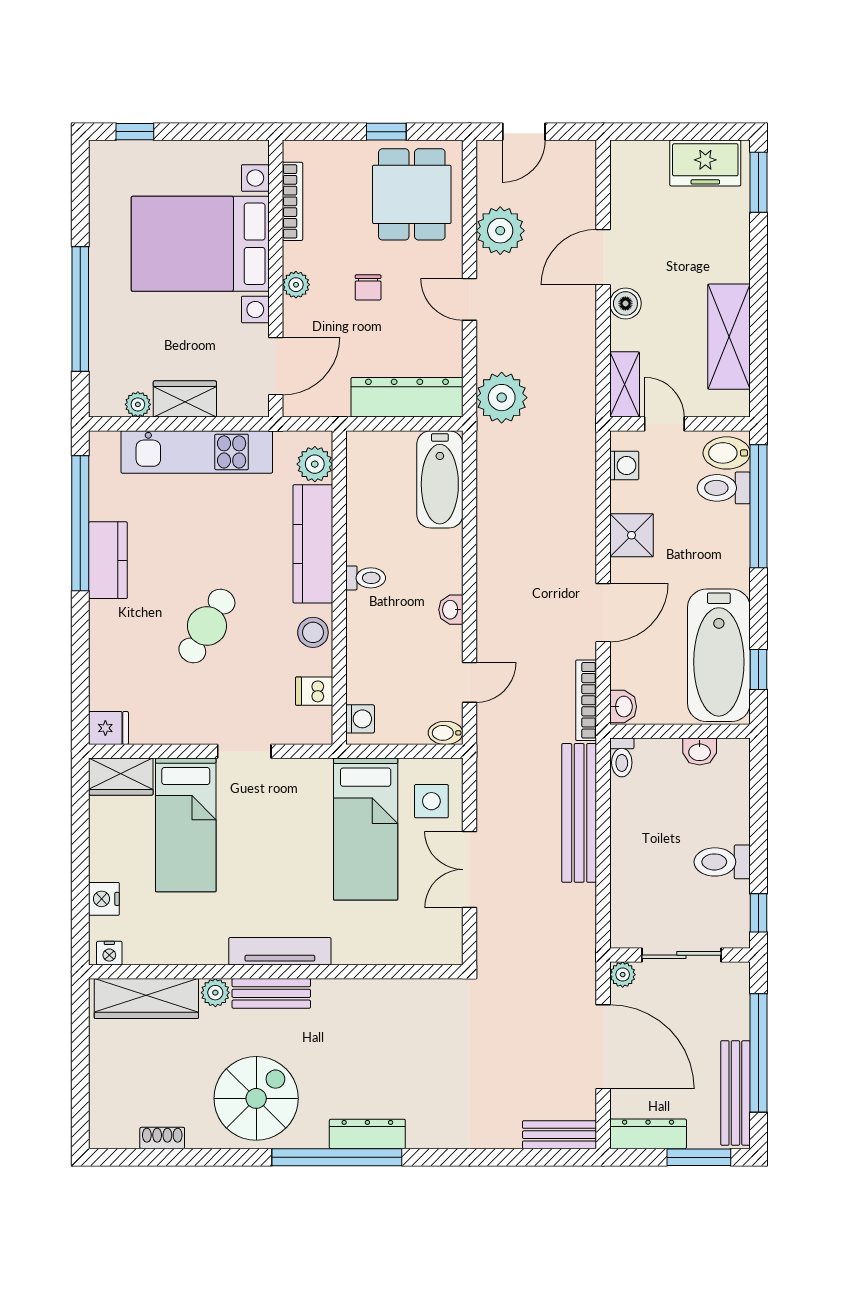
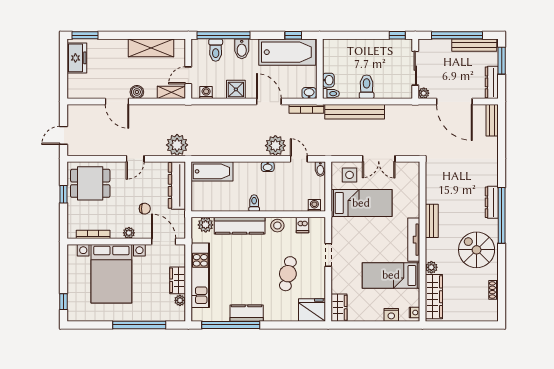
door: (524, 132) -> (63, 135), swing flipped
plant: (500, 231) -> (275, 146), moved
chair: (368, 287) -> (145, 209), moved
bidet: (727, 453) -> (242, 49), moved
cafe table: (207, 626) -> (288, 274), moved, turned 71
fridge: (109, 728) -> (312, 310), width x1.88, depth x1.34
washbasin: (700, 751) -> (328, 80), moved
bed: (186, 825) -> (391, 275), moved, turned 180
toilet: (722, 862) -> (367, 87), moved, turned 180
bench: (271, 993) -> (432, 221), moved
door: (603, 1047) -> (454, 102), swing flipped

